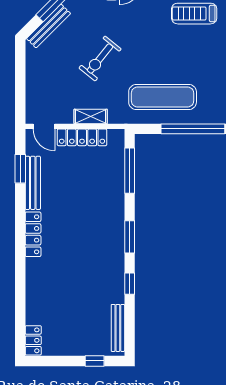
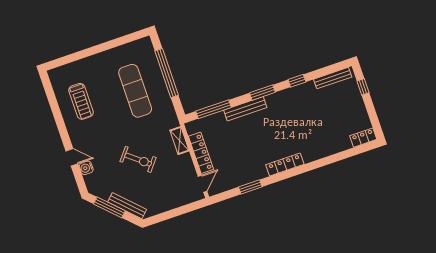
exercise mat: (163, 97) -> (135, 91), moved
shelving: (91, 116) -> (179, 141), moved
window: (20, 169) -> (250, 187), moved
bench: (33, 183) -> (245, 109), moved

